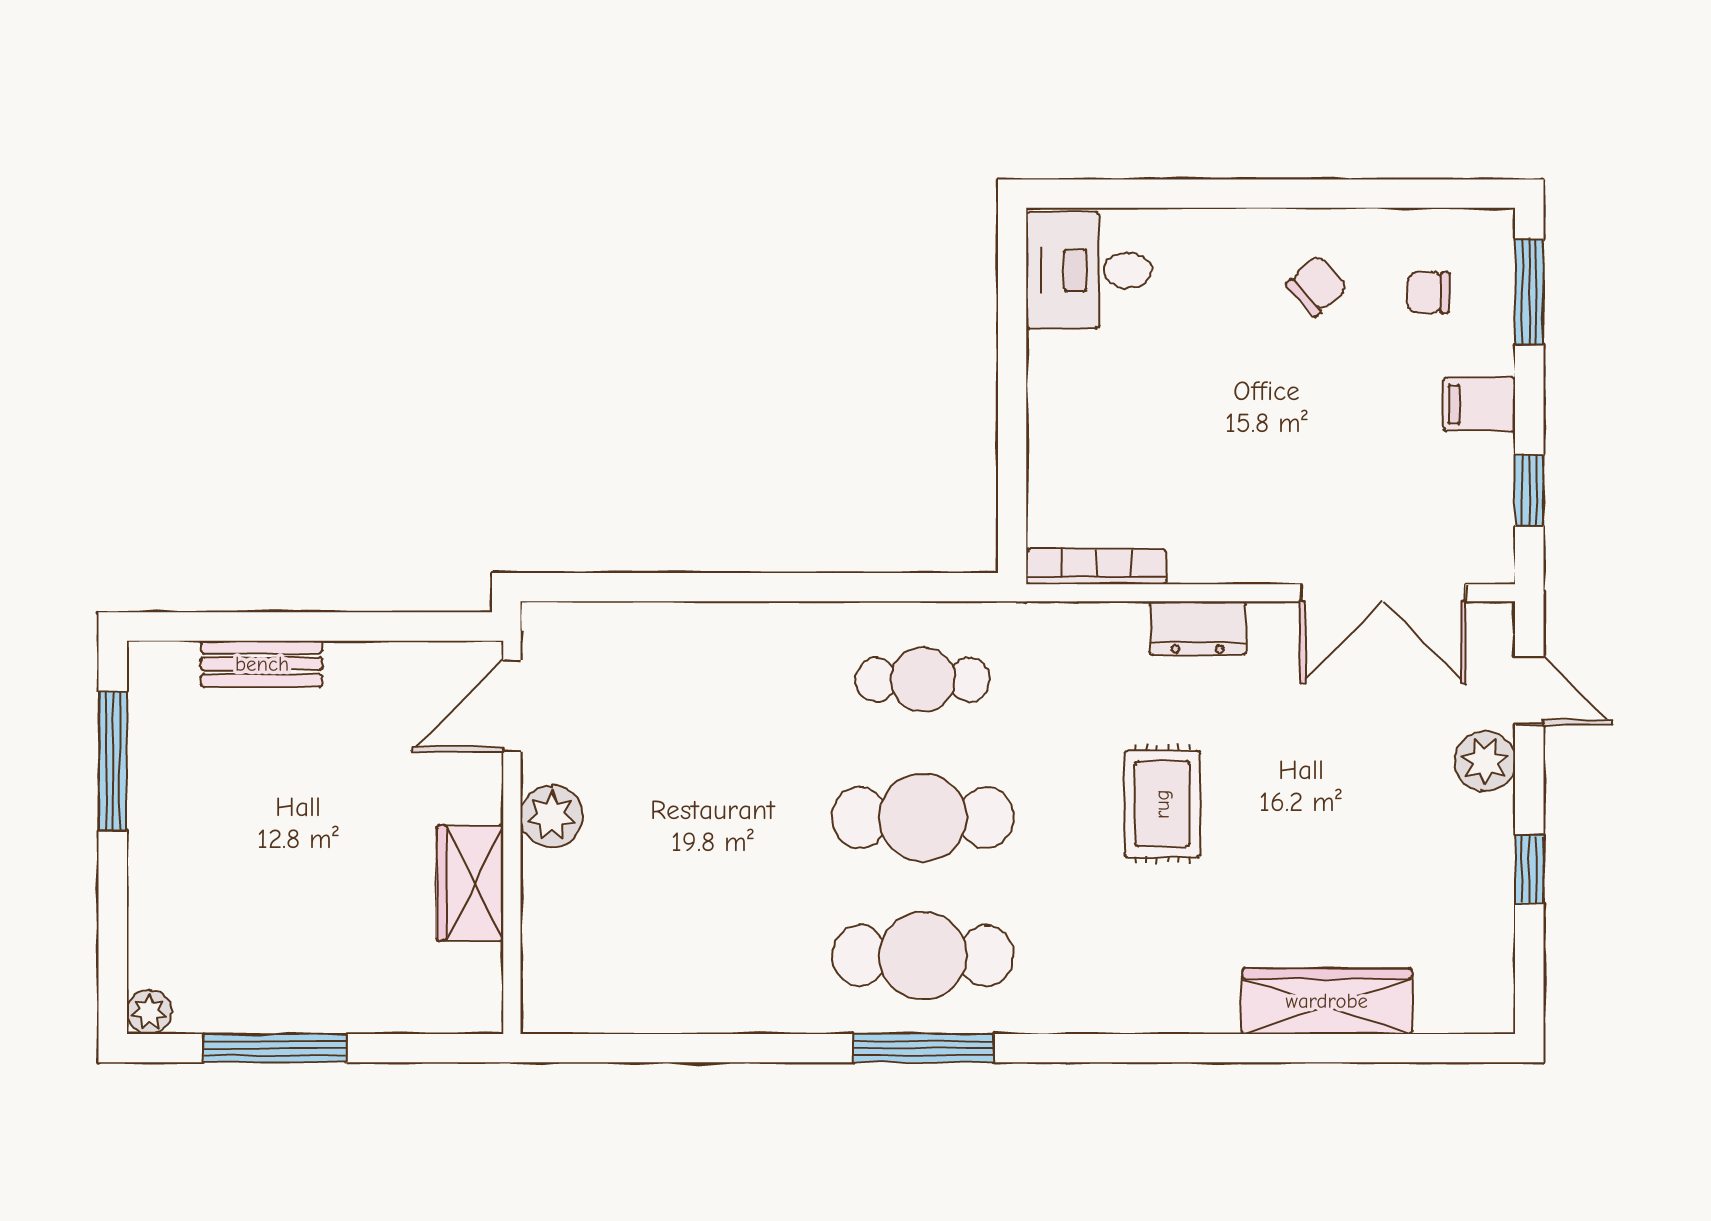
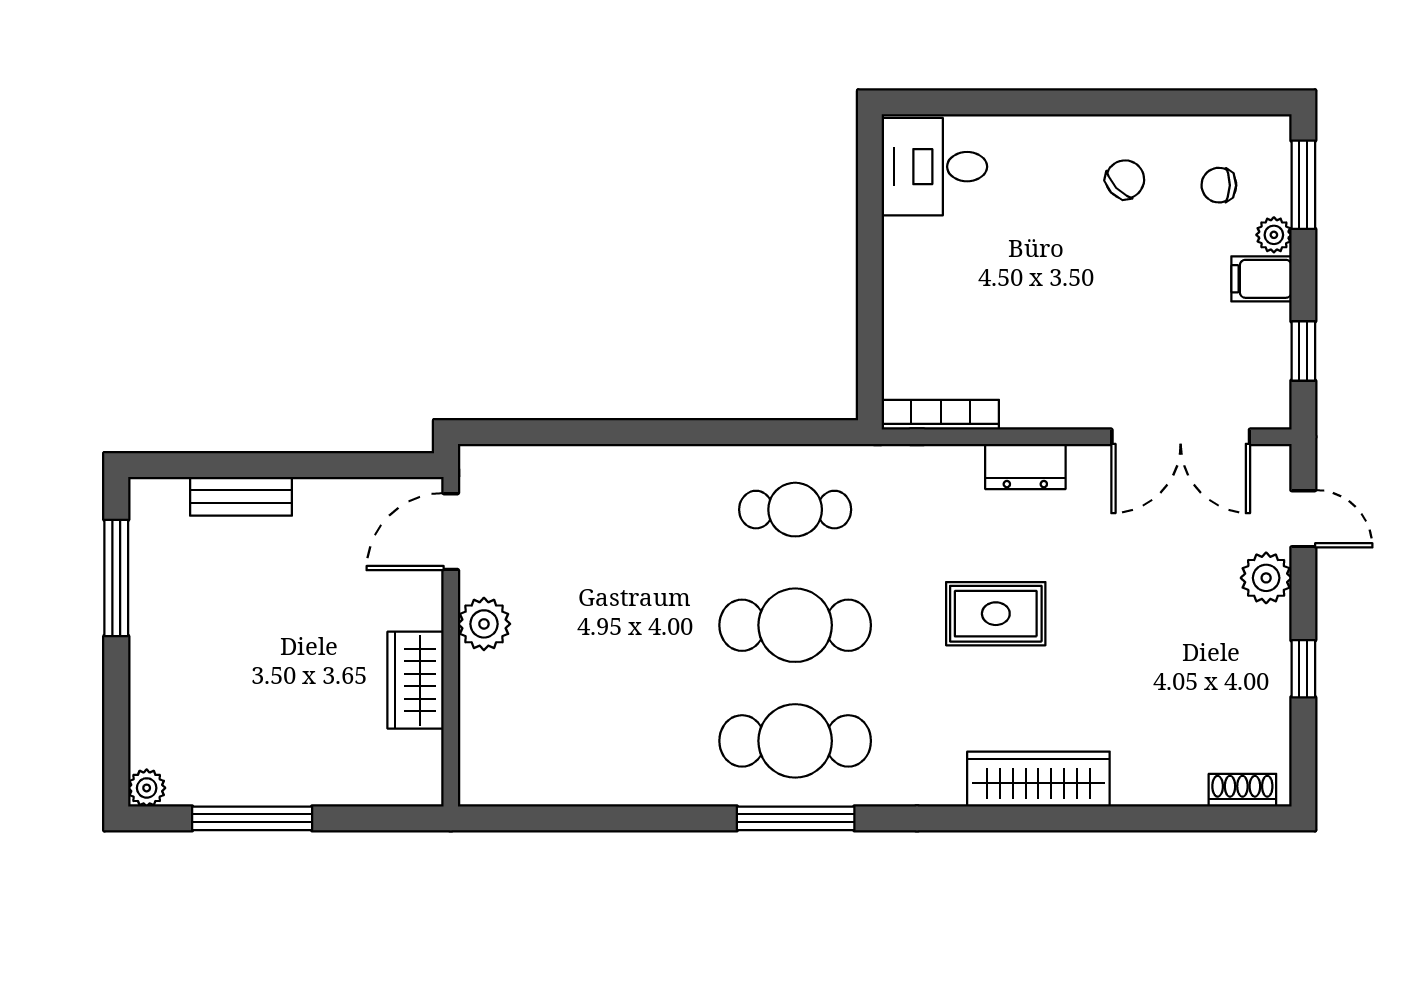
plant: (1494, 352) -> (1274, 235), added
rug: (1162, 804) -> (996, 614), turned 90
wardrobe: (1327, 1001) -> (1038, 779), moved
shoe rack: (1457, 1014) -> (1242, 790), added

